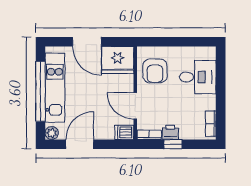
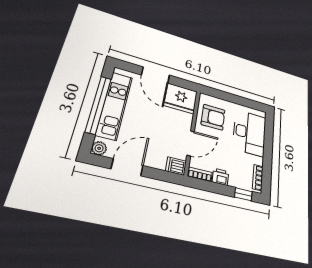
armchair: (155, 71) -> (213, 117), turned -90
desk: (198, 77) -> (249, 133), width x1.37
door: (135, 106) -> (191, 143), swing flipped
window: (173, 144) -> (243, 194), moved

